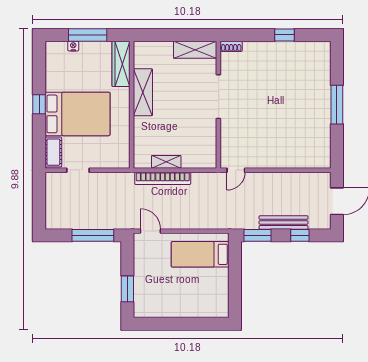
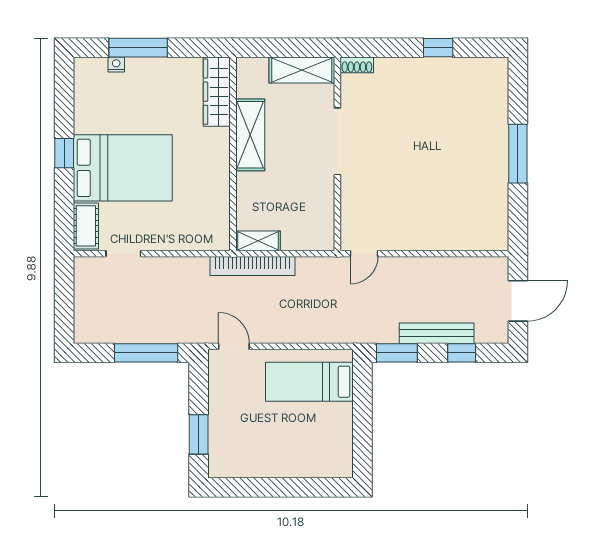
wardrobe: (121, 64) -> (217, 92), moved
shelving: (143, 92) -> (250, 135), moved
wall: (132, 105) -> (233, 154), moved

